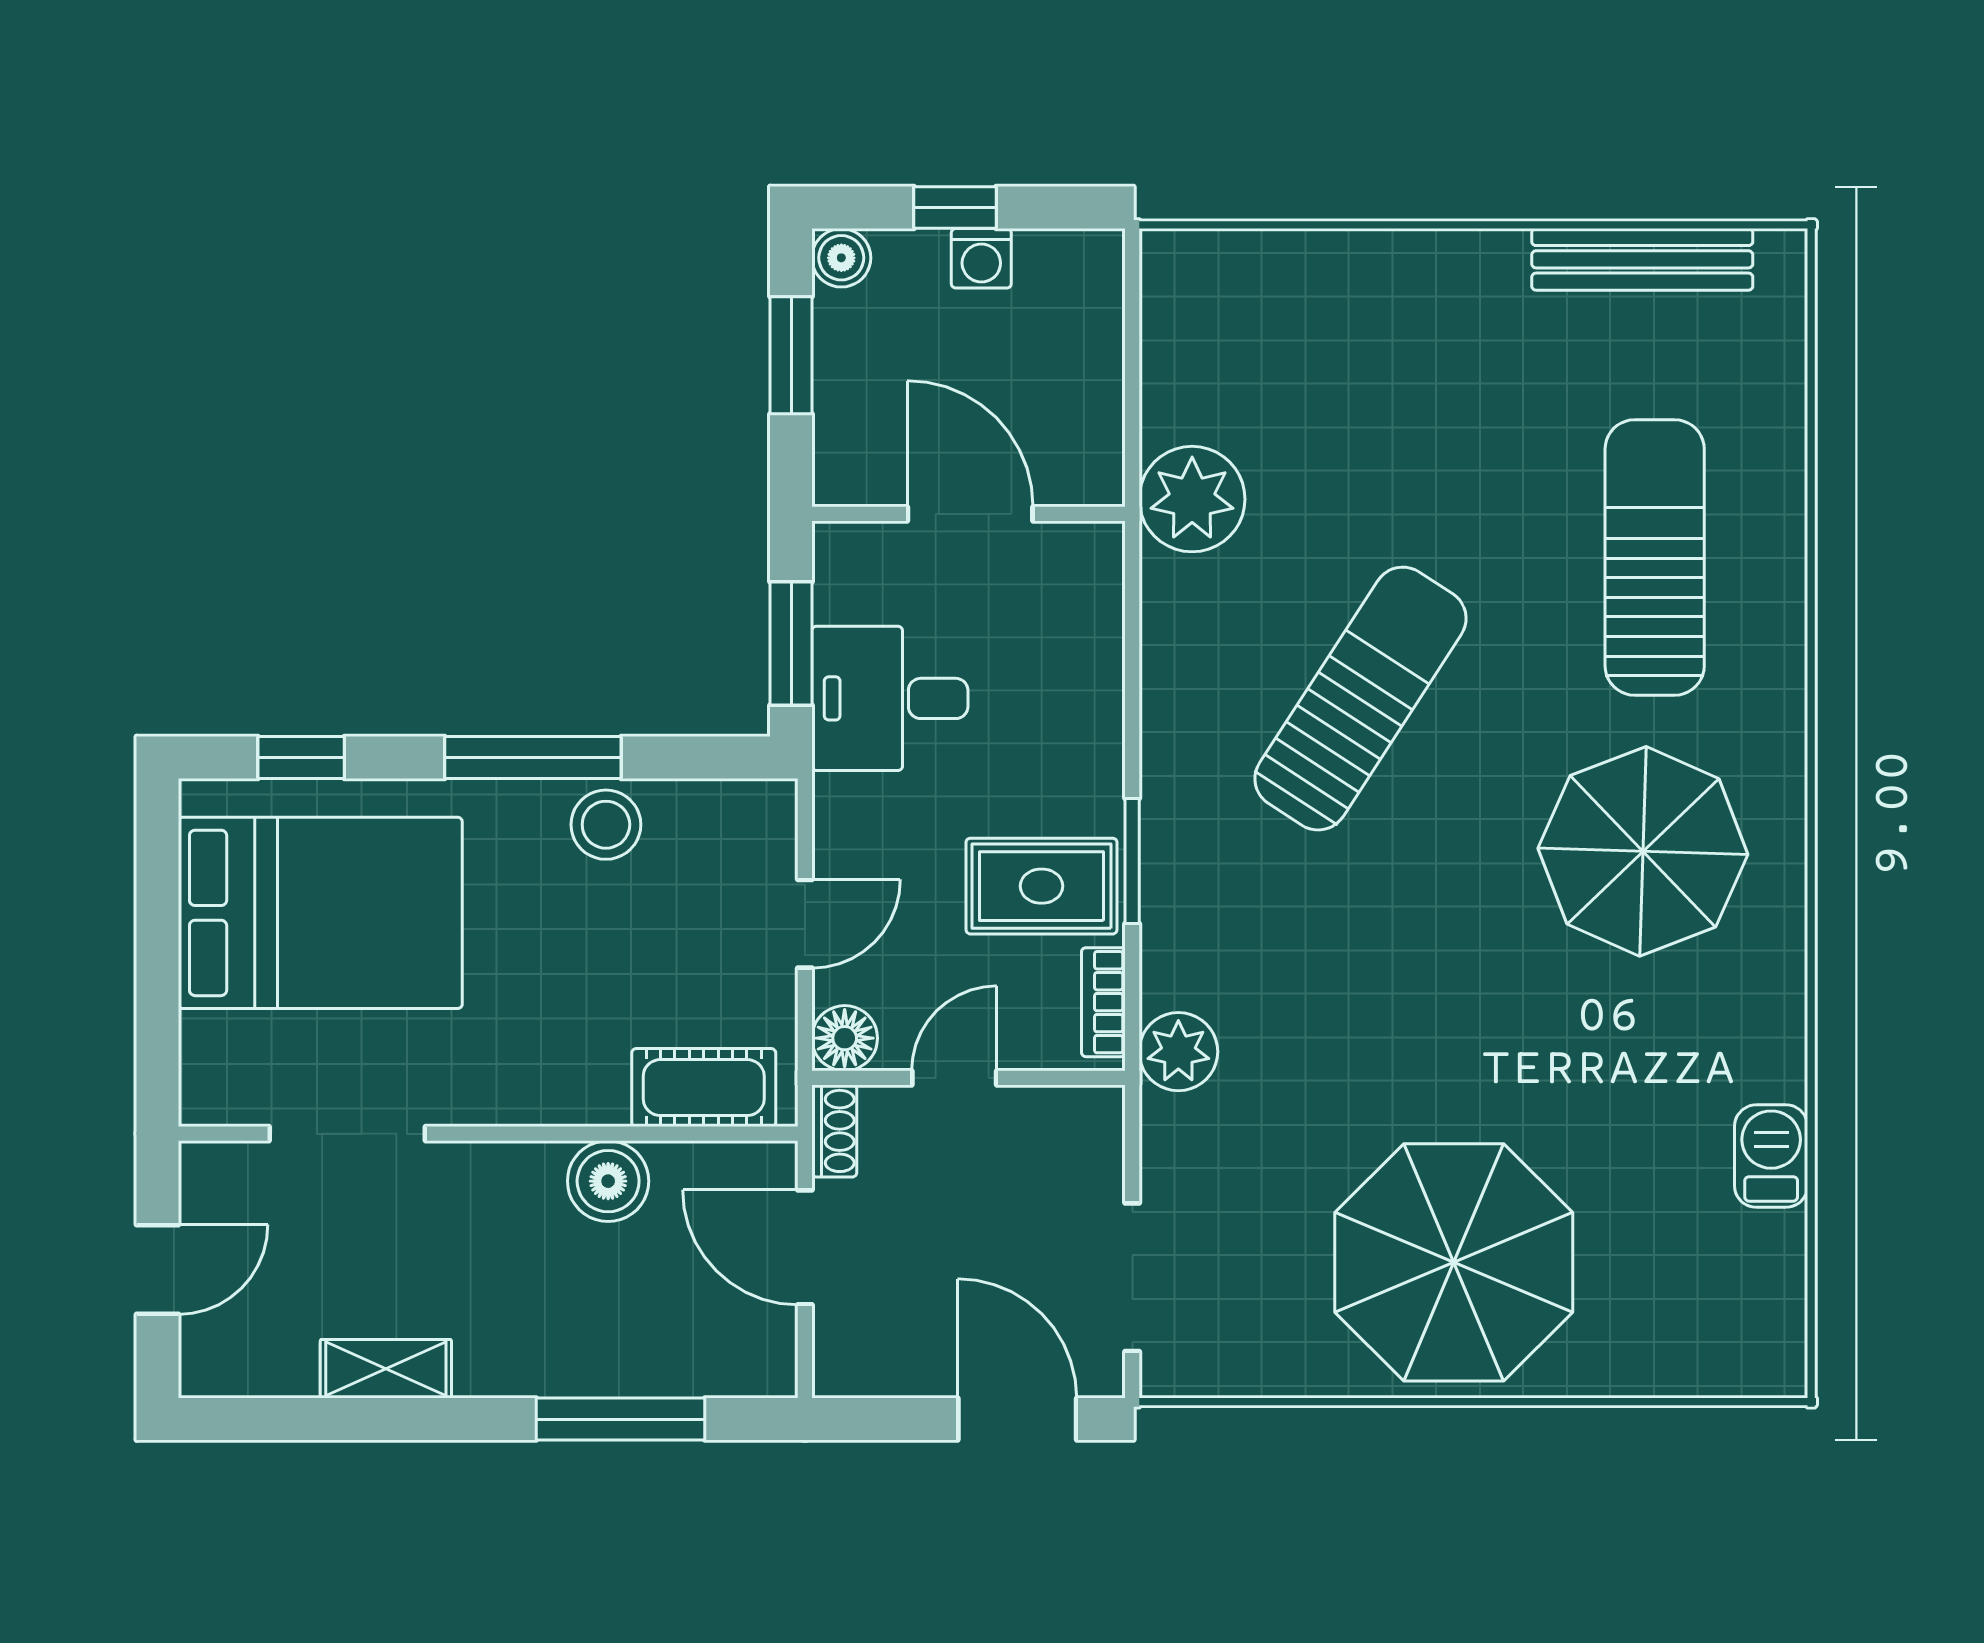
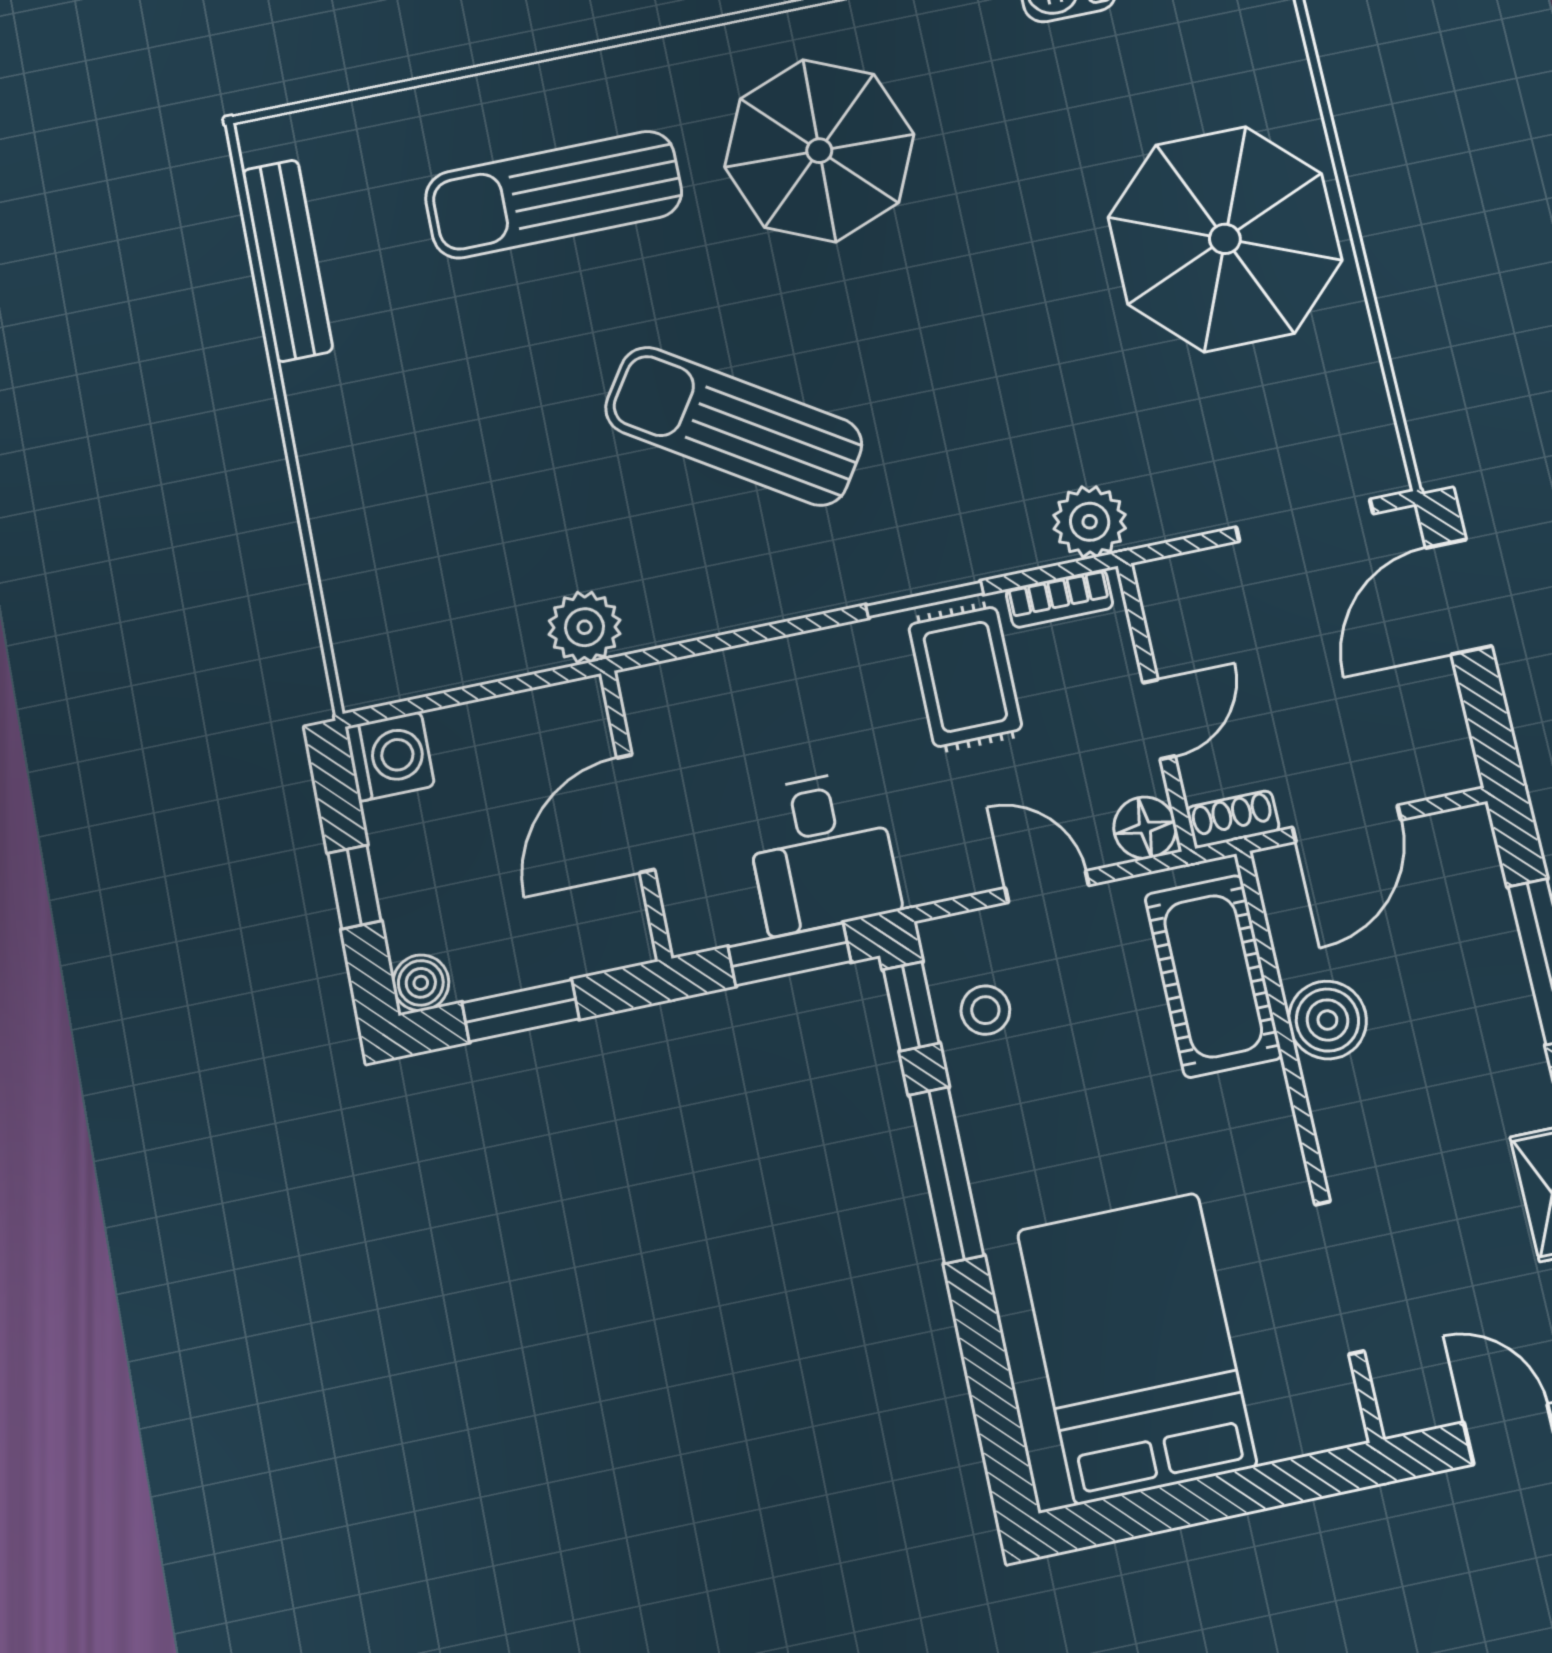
washing machine: (981, 258) -> (390, 756), moved, width x1.38, depth x1.38
plant: (1192, 499) -> (585, 627), width x0.73, depth x0.73
window: (301, 758) -> (911, 1006), moved
stool: (606, 825) -> (985, 1010), moved, width x0.73, depth x0.73
door: (954, 1078) -> (1159, 719), swing flipped
cot: (704, 1088) -> (1213, 976), width x1.37, depth x1.34

